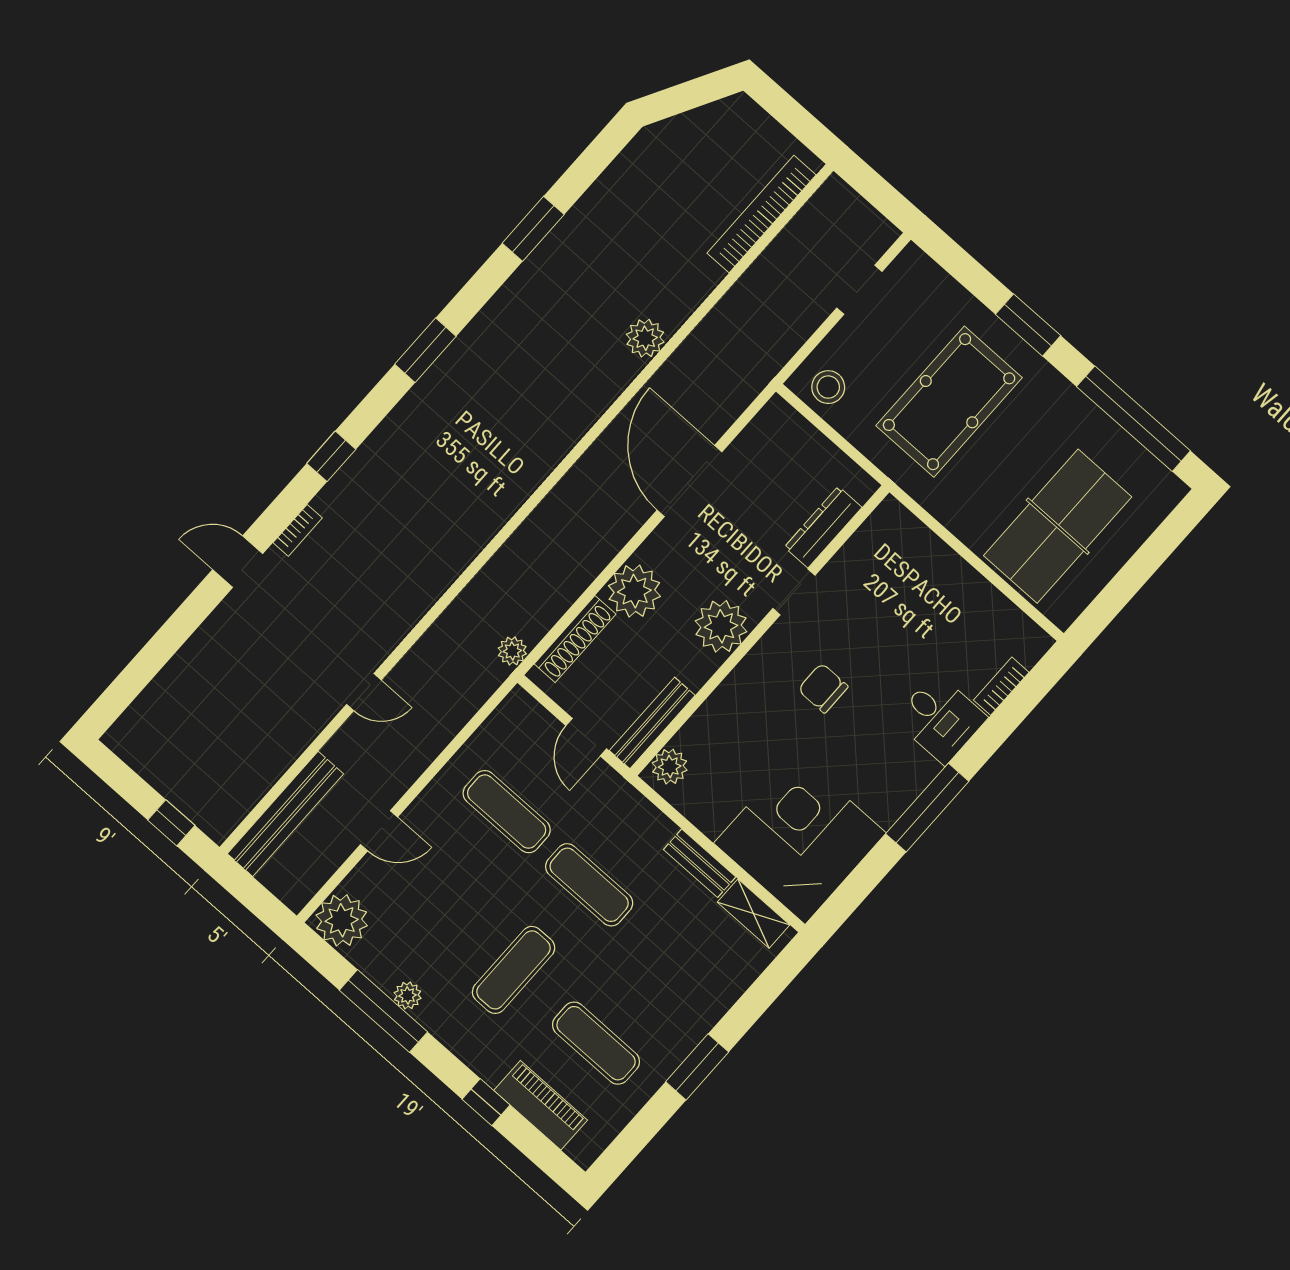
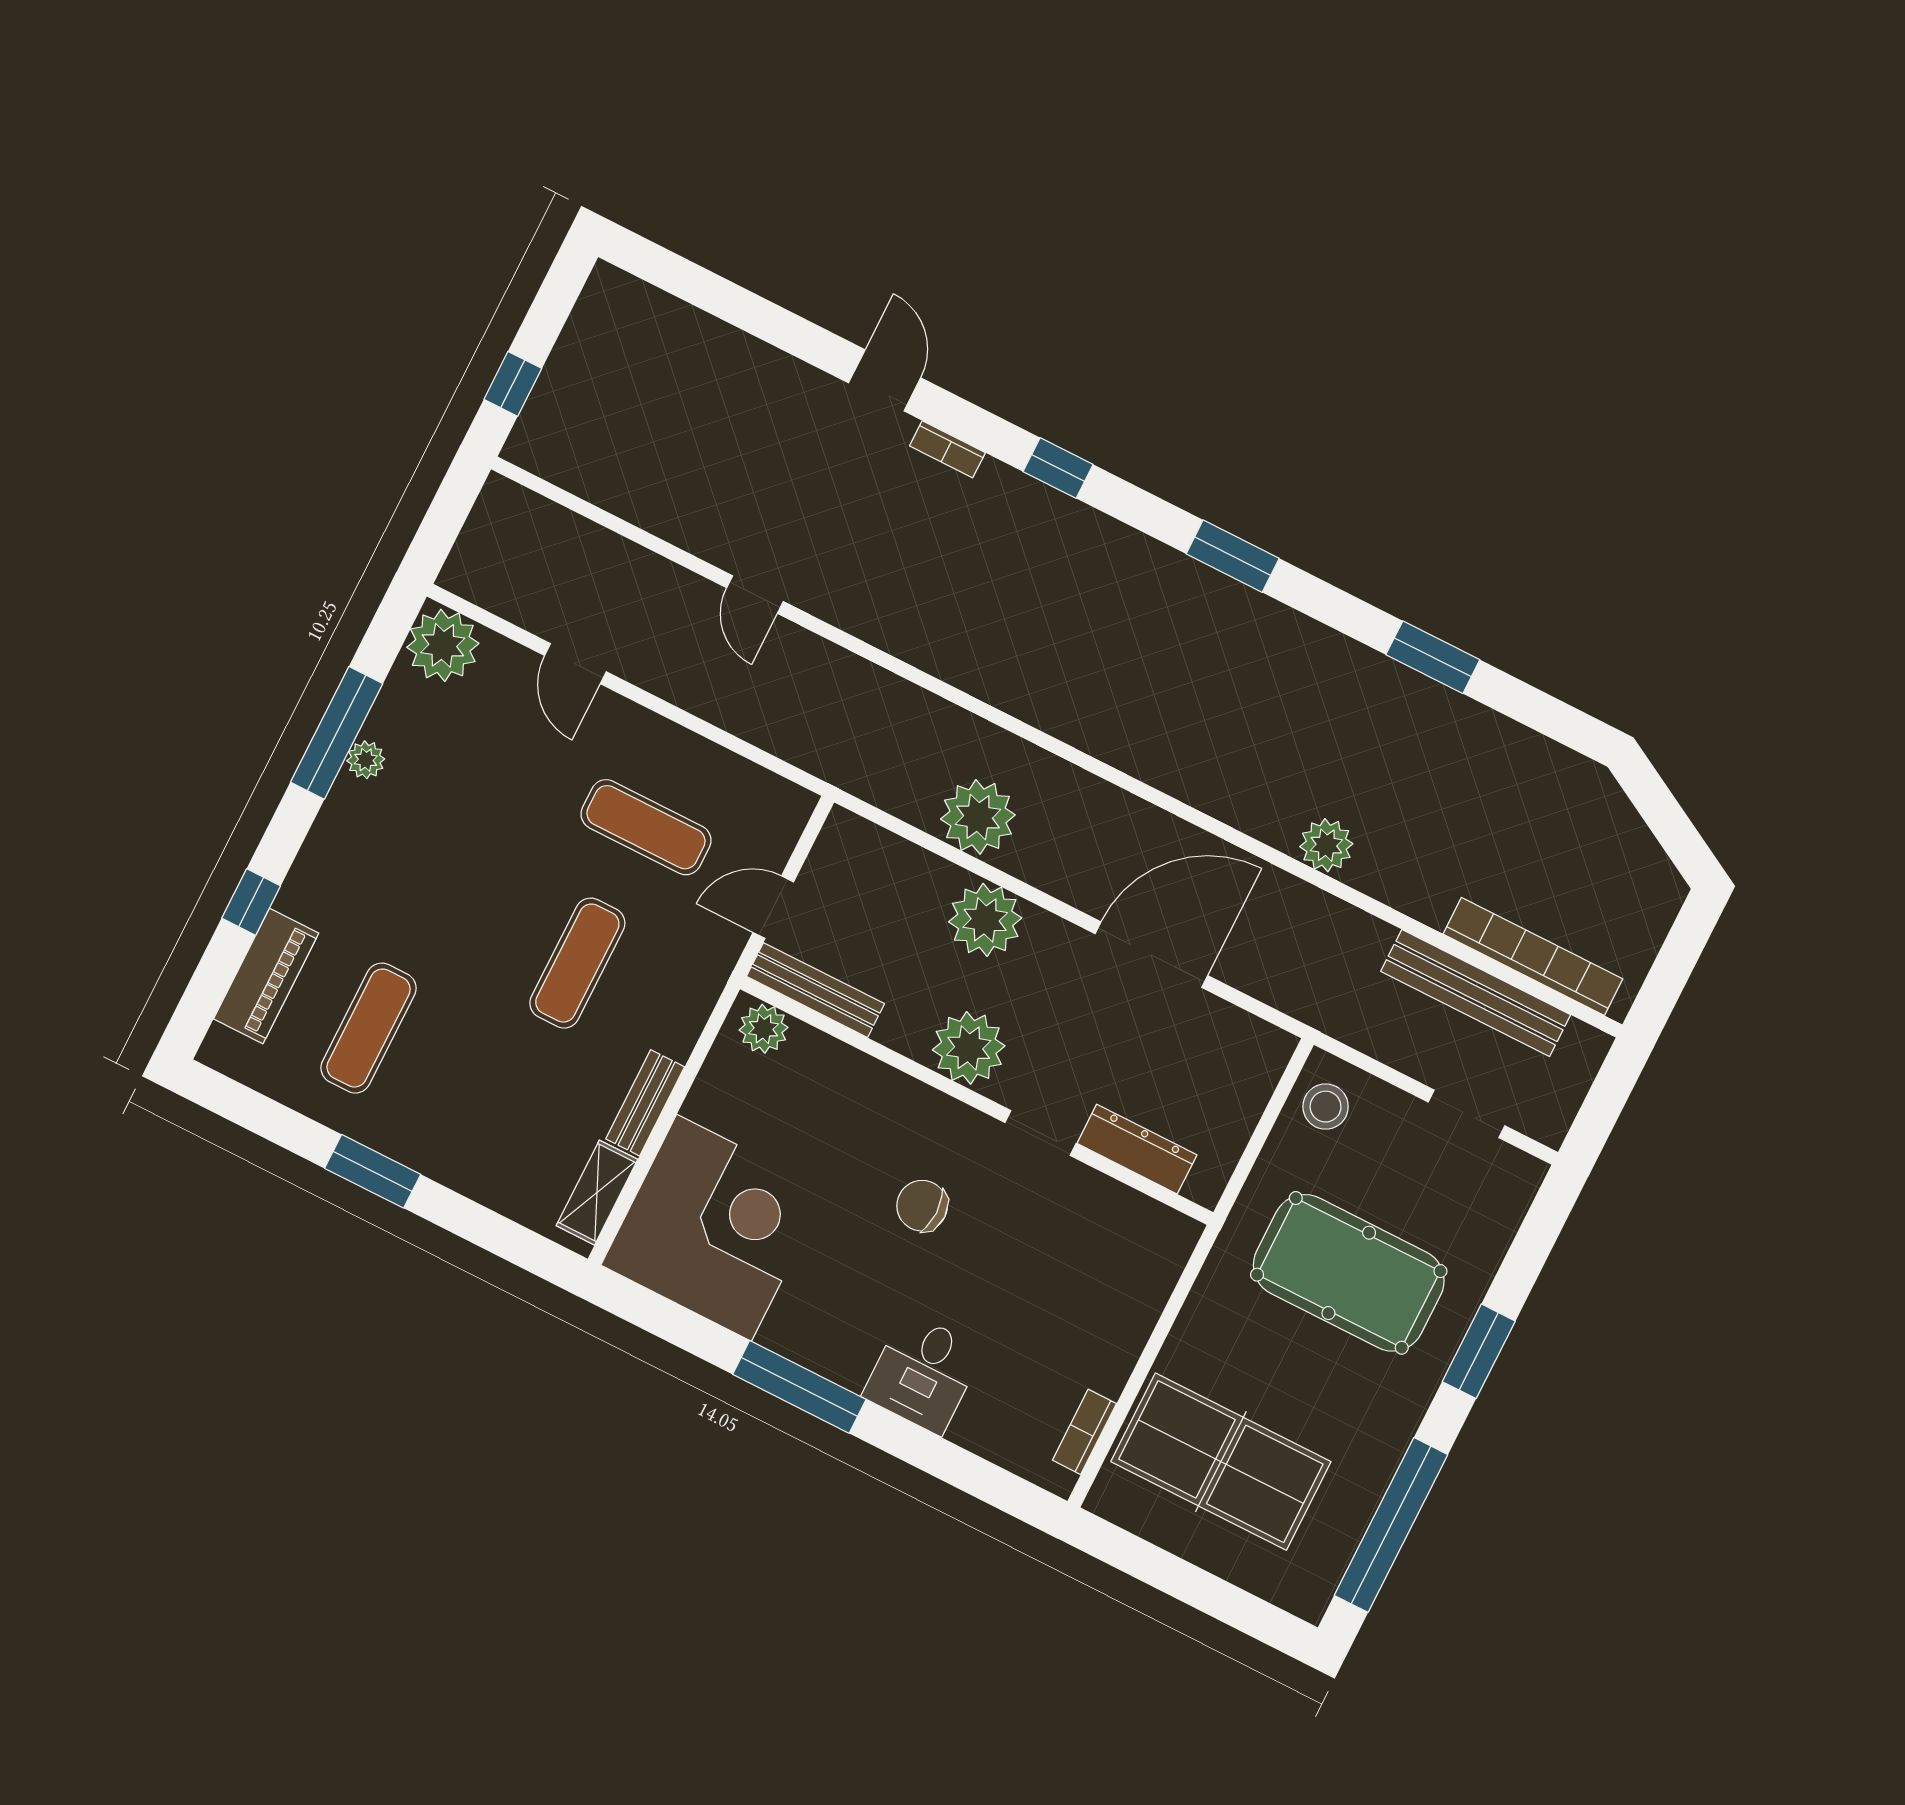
shoe rack: (575, 639) -> (900, 858), removed
plant: (512, 651) -> (978, 817), moved, width x1.88, depth x1.88
bookcase: (1001, 686) -> (1084, 1432), moved, turned -90
chair: (823, 688) -> (922, 1206), turned -90
exercise mat: (507, 812) -> (646, 827), turned 90
bench: (285, 814) -> (1476, 993), moved
exercise mat: (514, 970) -> (437, 892), removed

